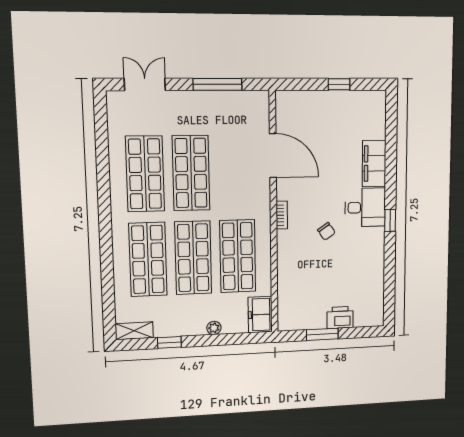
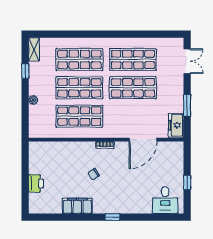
window: (217, 84) -> (187, 105), width x0.69
filing cabinet: (374, 163) -> (77, 206), moved
desk: (365, 207) -> (165, 200), moved
window: (390, 220) -> (112, 217), moved
freezer: (260, 315) -> (176, 125), moved, turned -90
window: (322, 334) -> (25, 171), removed

